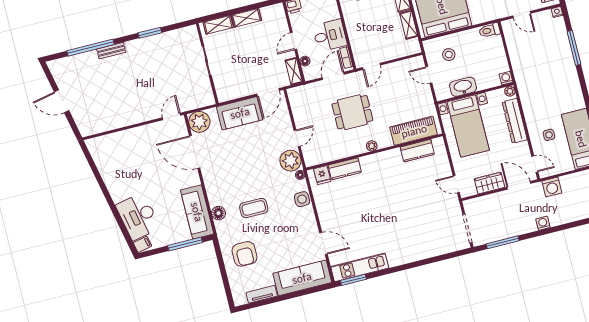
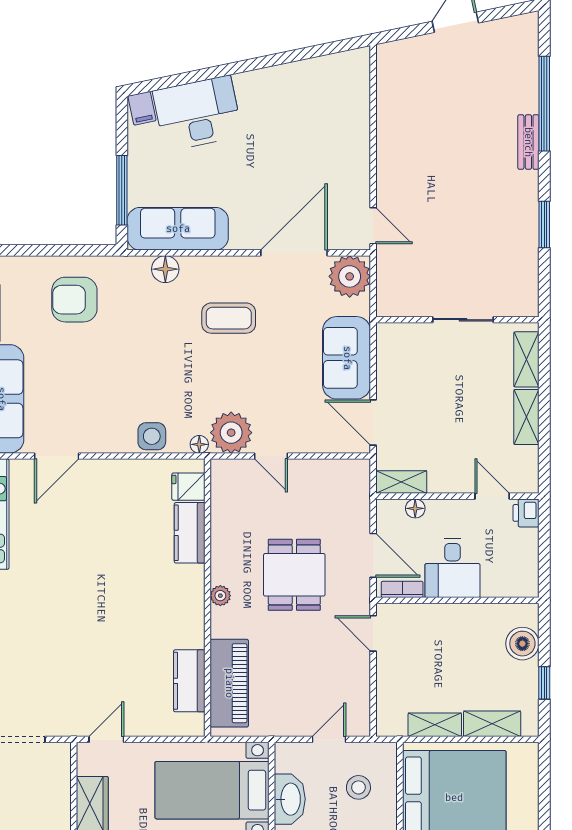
door: (294, 41) -> (492, 496), moved
coffee table: (254, 208) -> (229, 318), moved, turned 90

